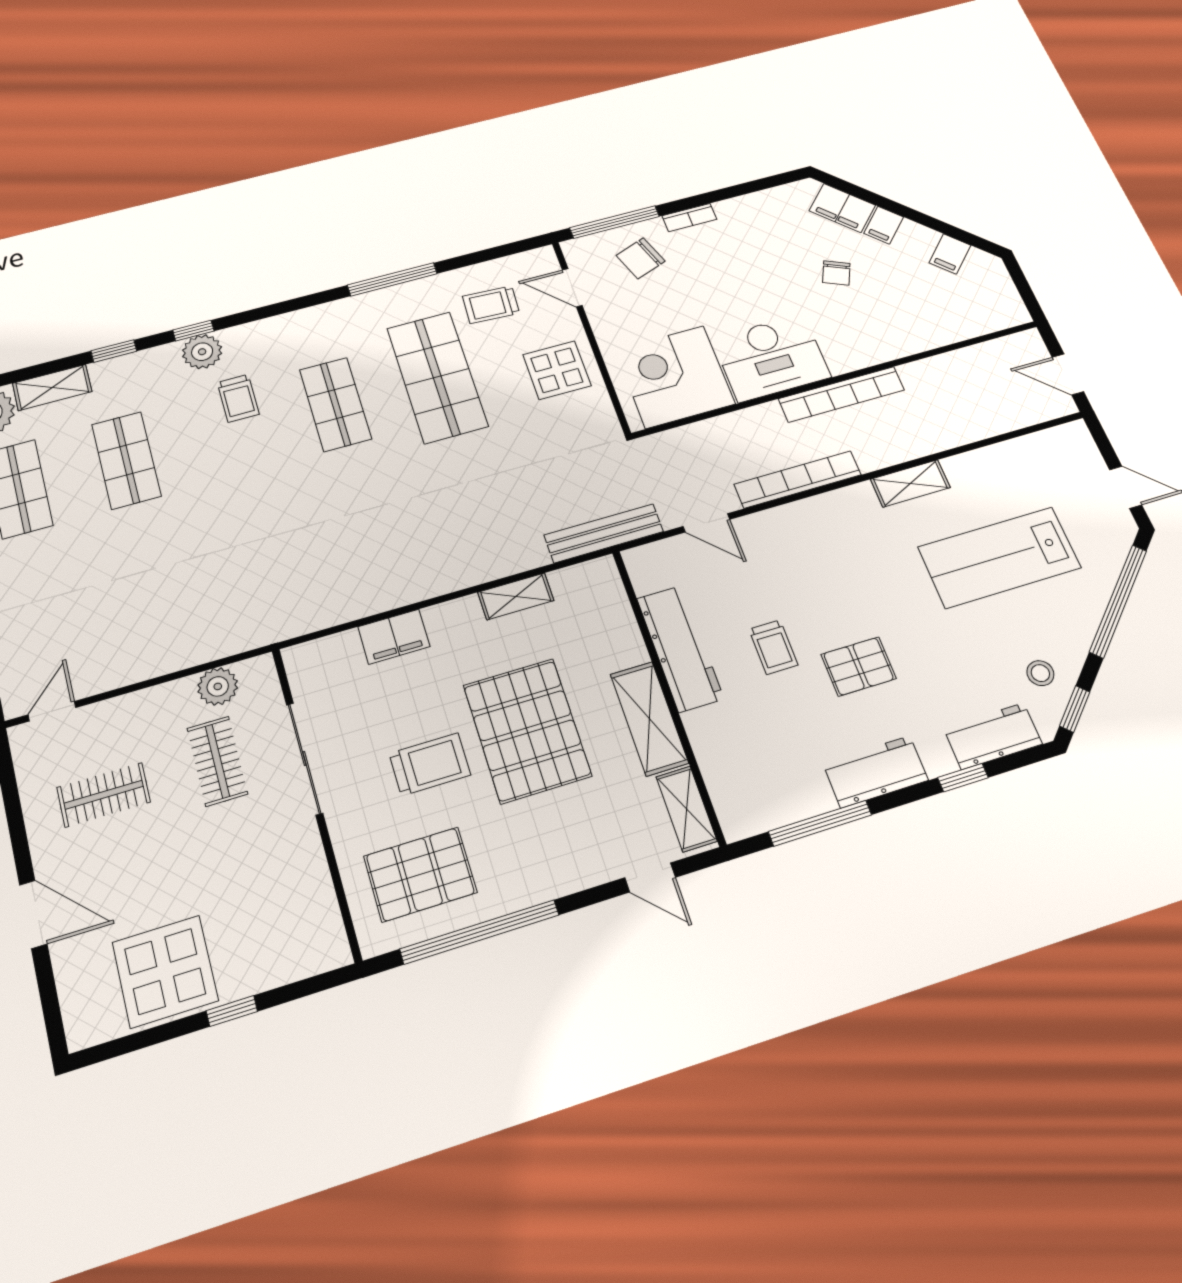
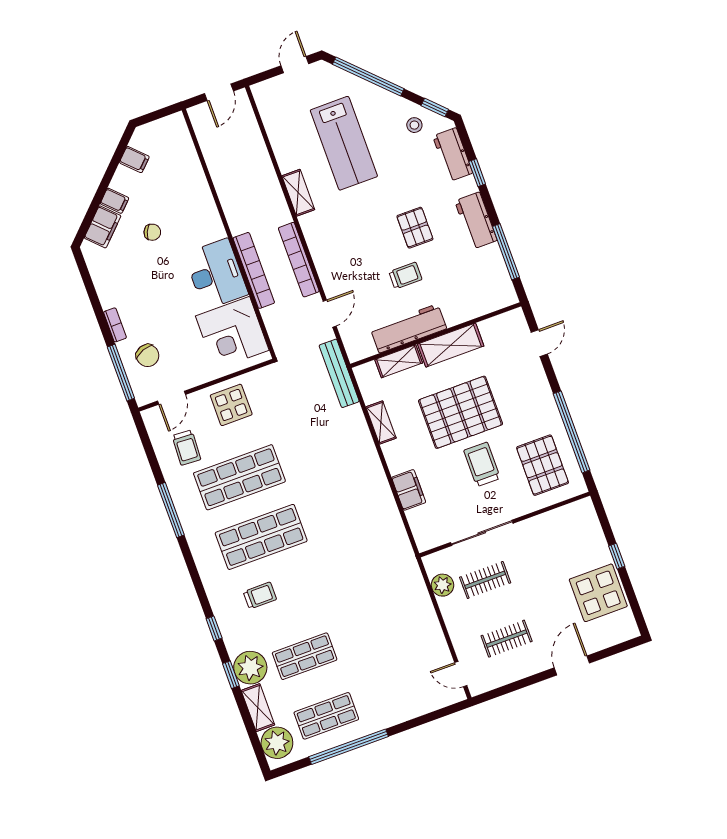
plant: (202, 352) -> (250, 668), moved, width x1.36, depth x1.36
bookcase: (841, 394) -> (254, 270), moved
shop shelf: (335, 404) -> (261, 537), width x1.43, depth x1.36
clothes rail: (104, 795) -> (507, 639), turned 90
shelving: (686, 809) -> (399, 361), moved

